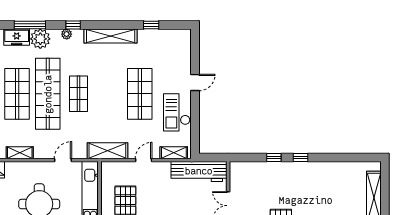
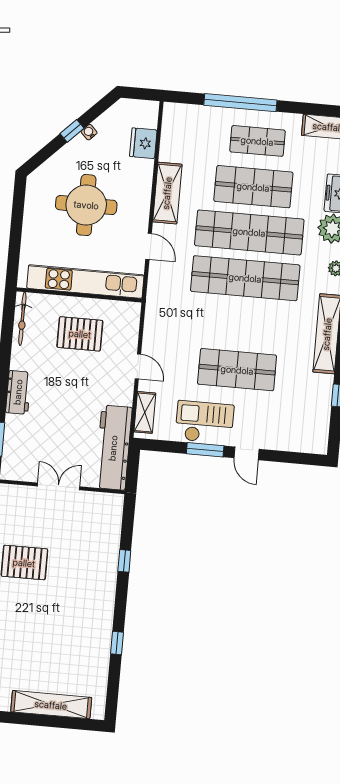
shop shelf: (78, 94) -> (245, 278), width x2.00, depth x1.36
window: (195, 110) -> (205, 450), added
shelving: (107, 151) -> (157, 314), removed
shelving: (20, 153) -> (167, 193), width x1.50, depth x1.33
window: (301, 158) -> (117, 643), moved

